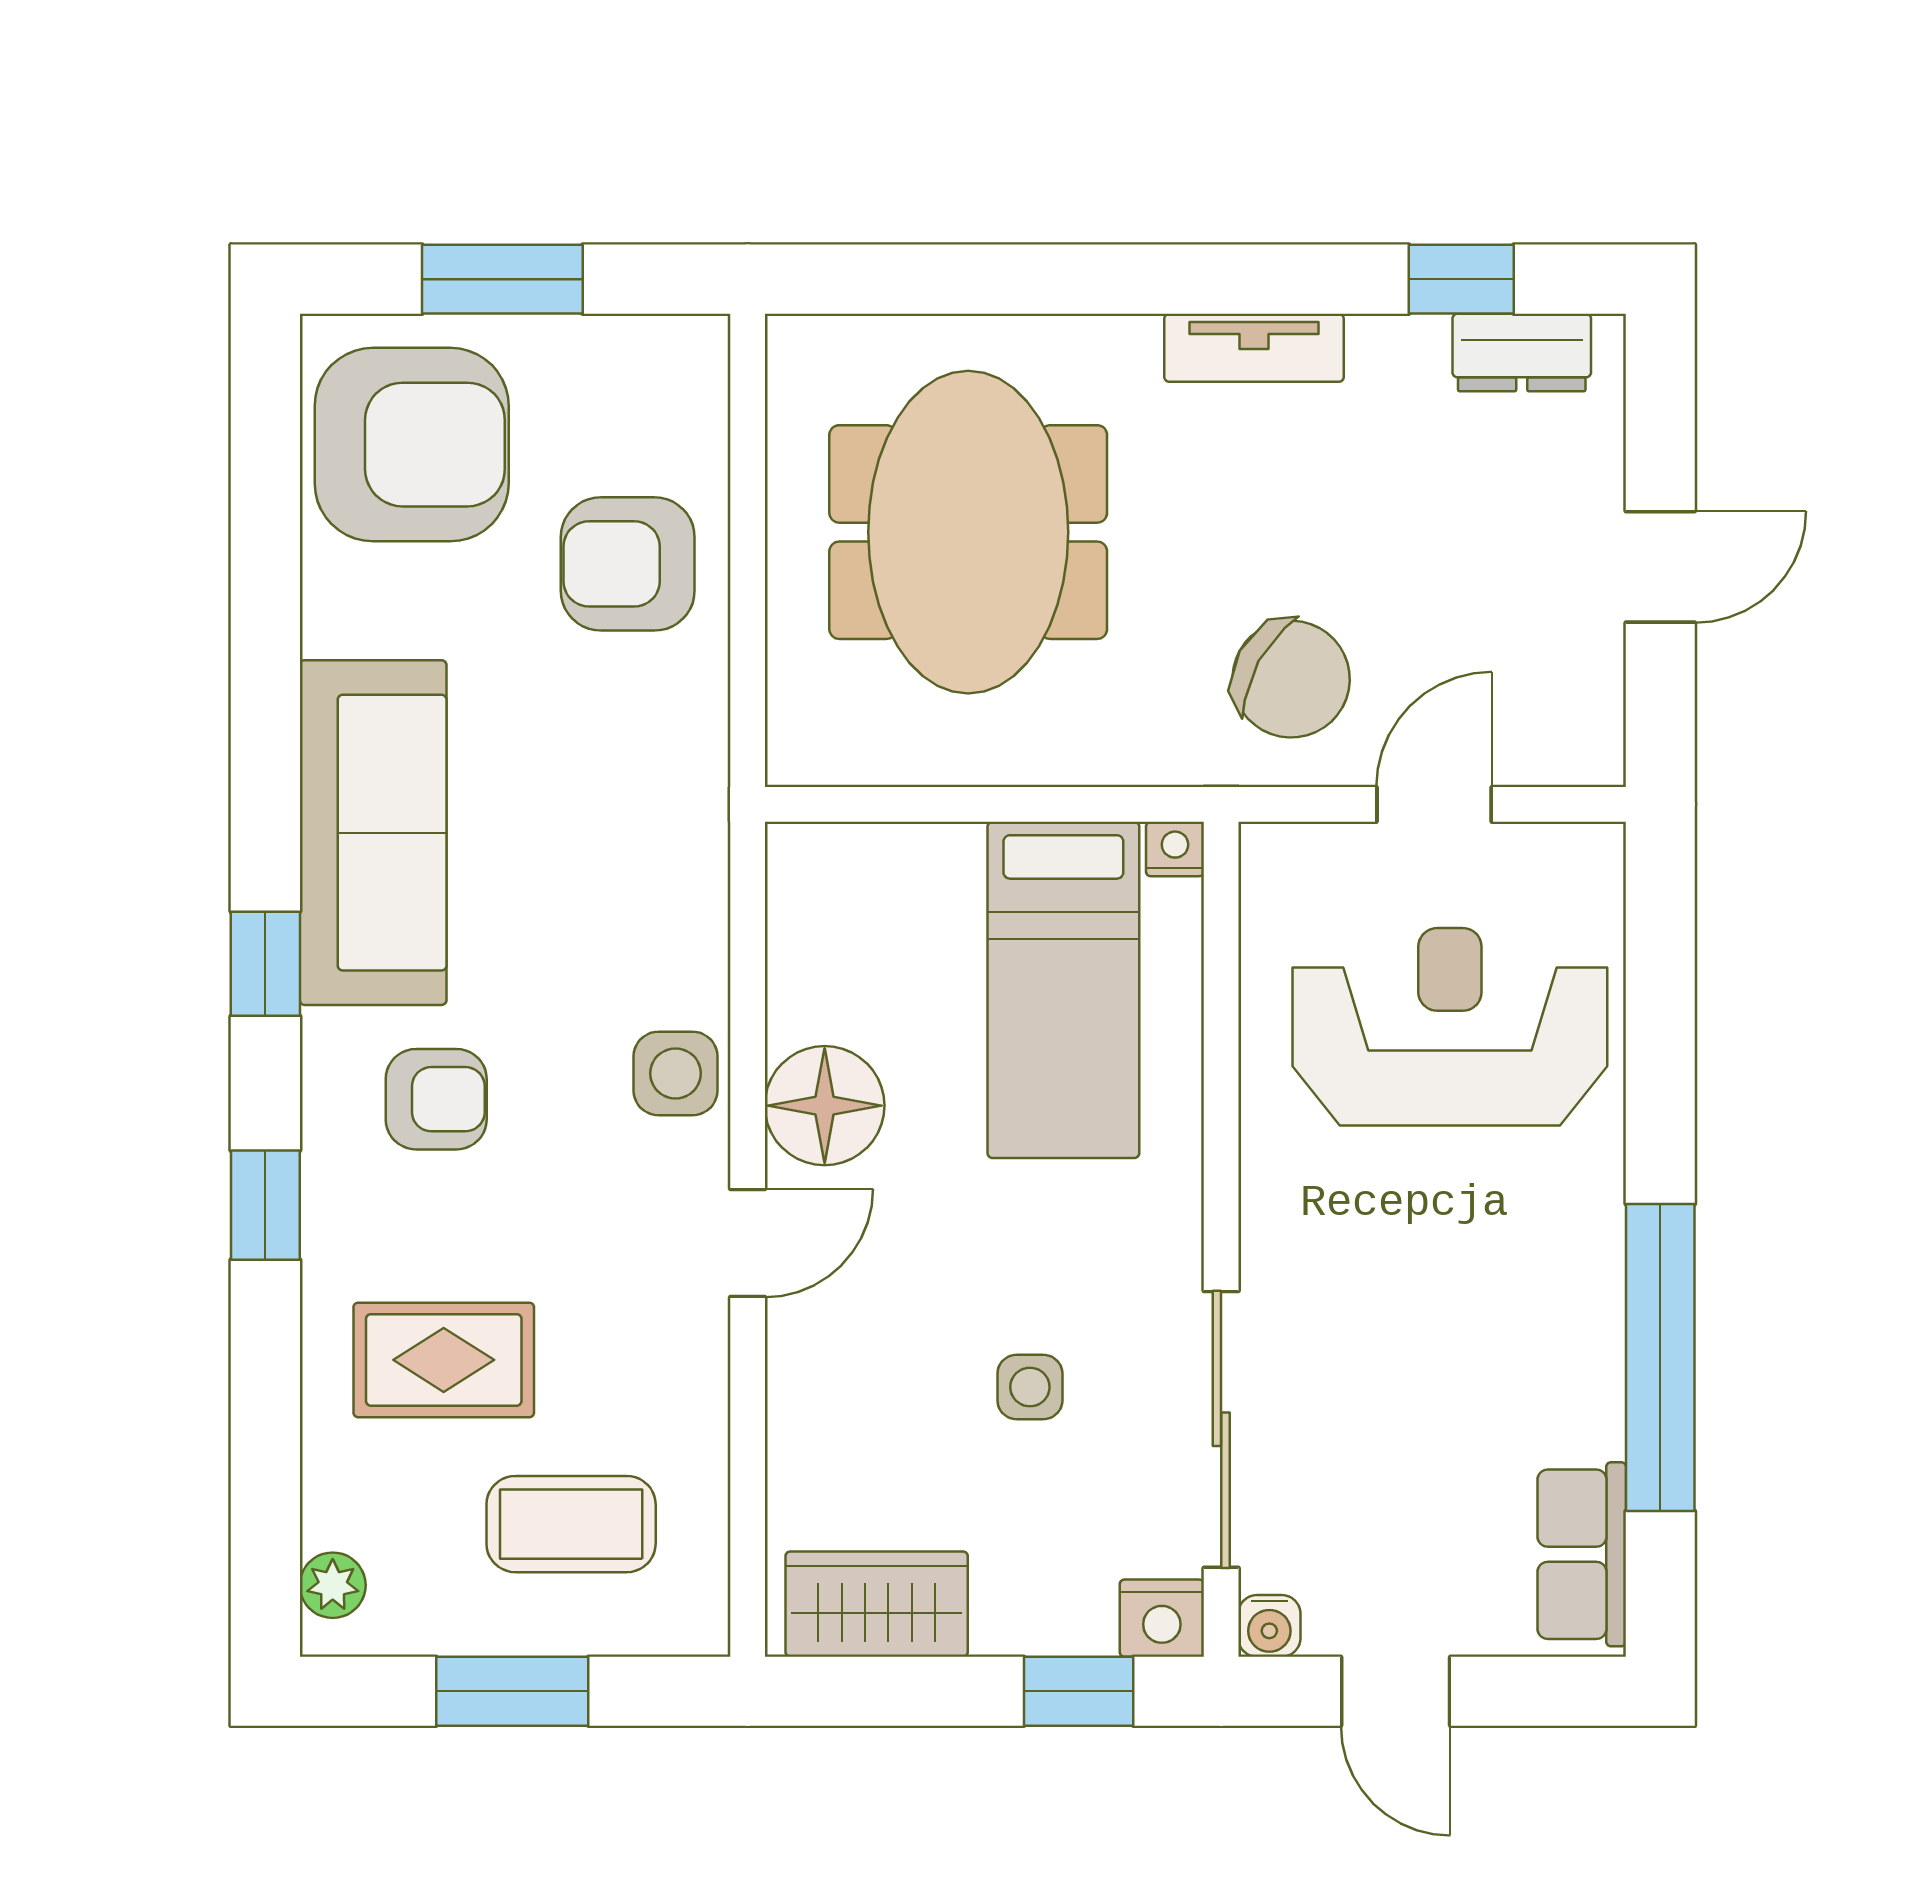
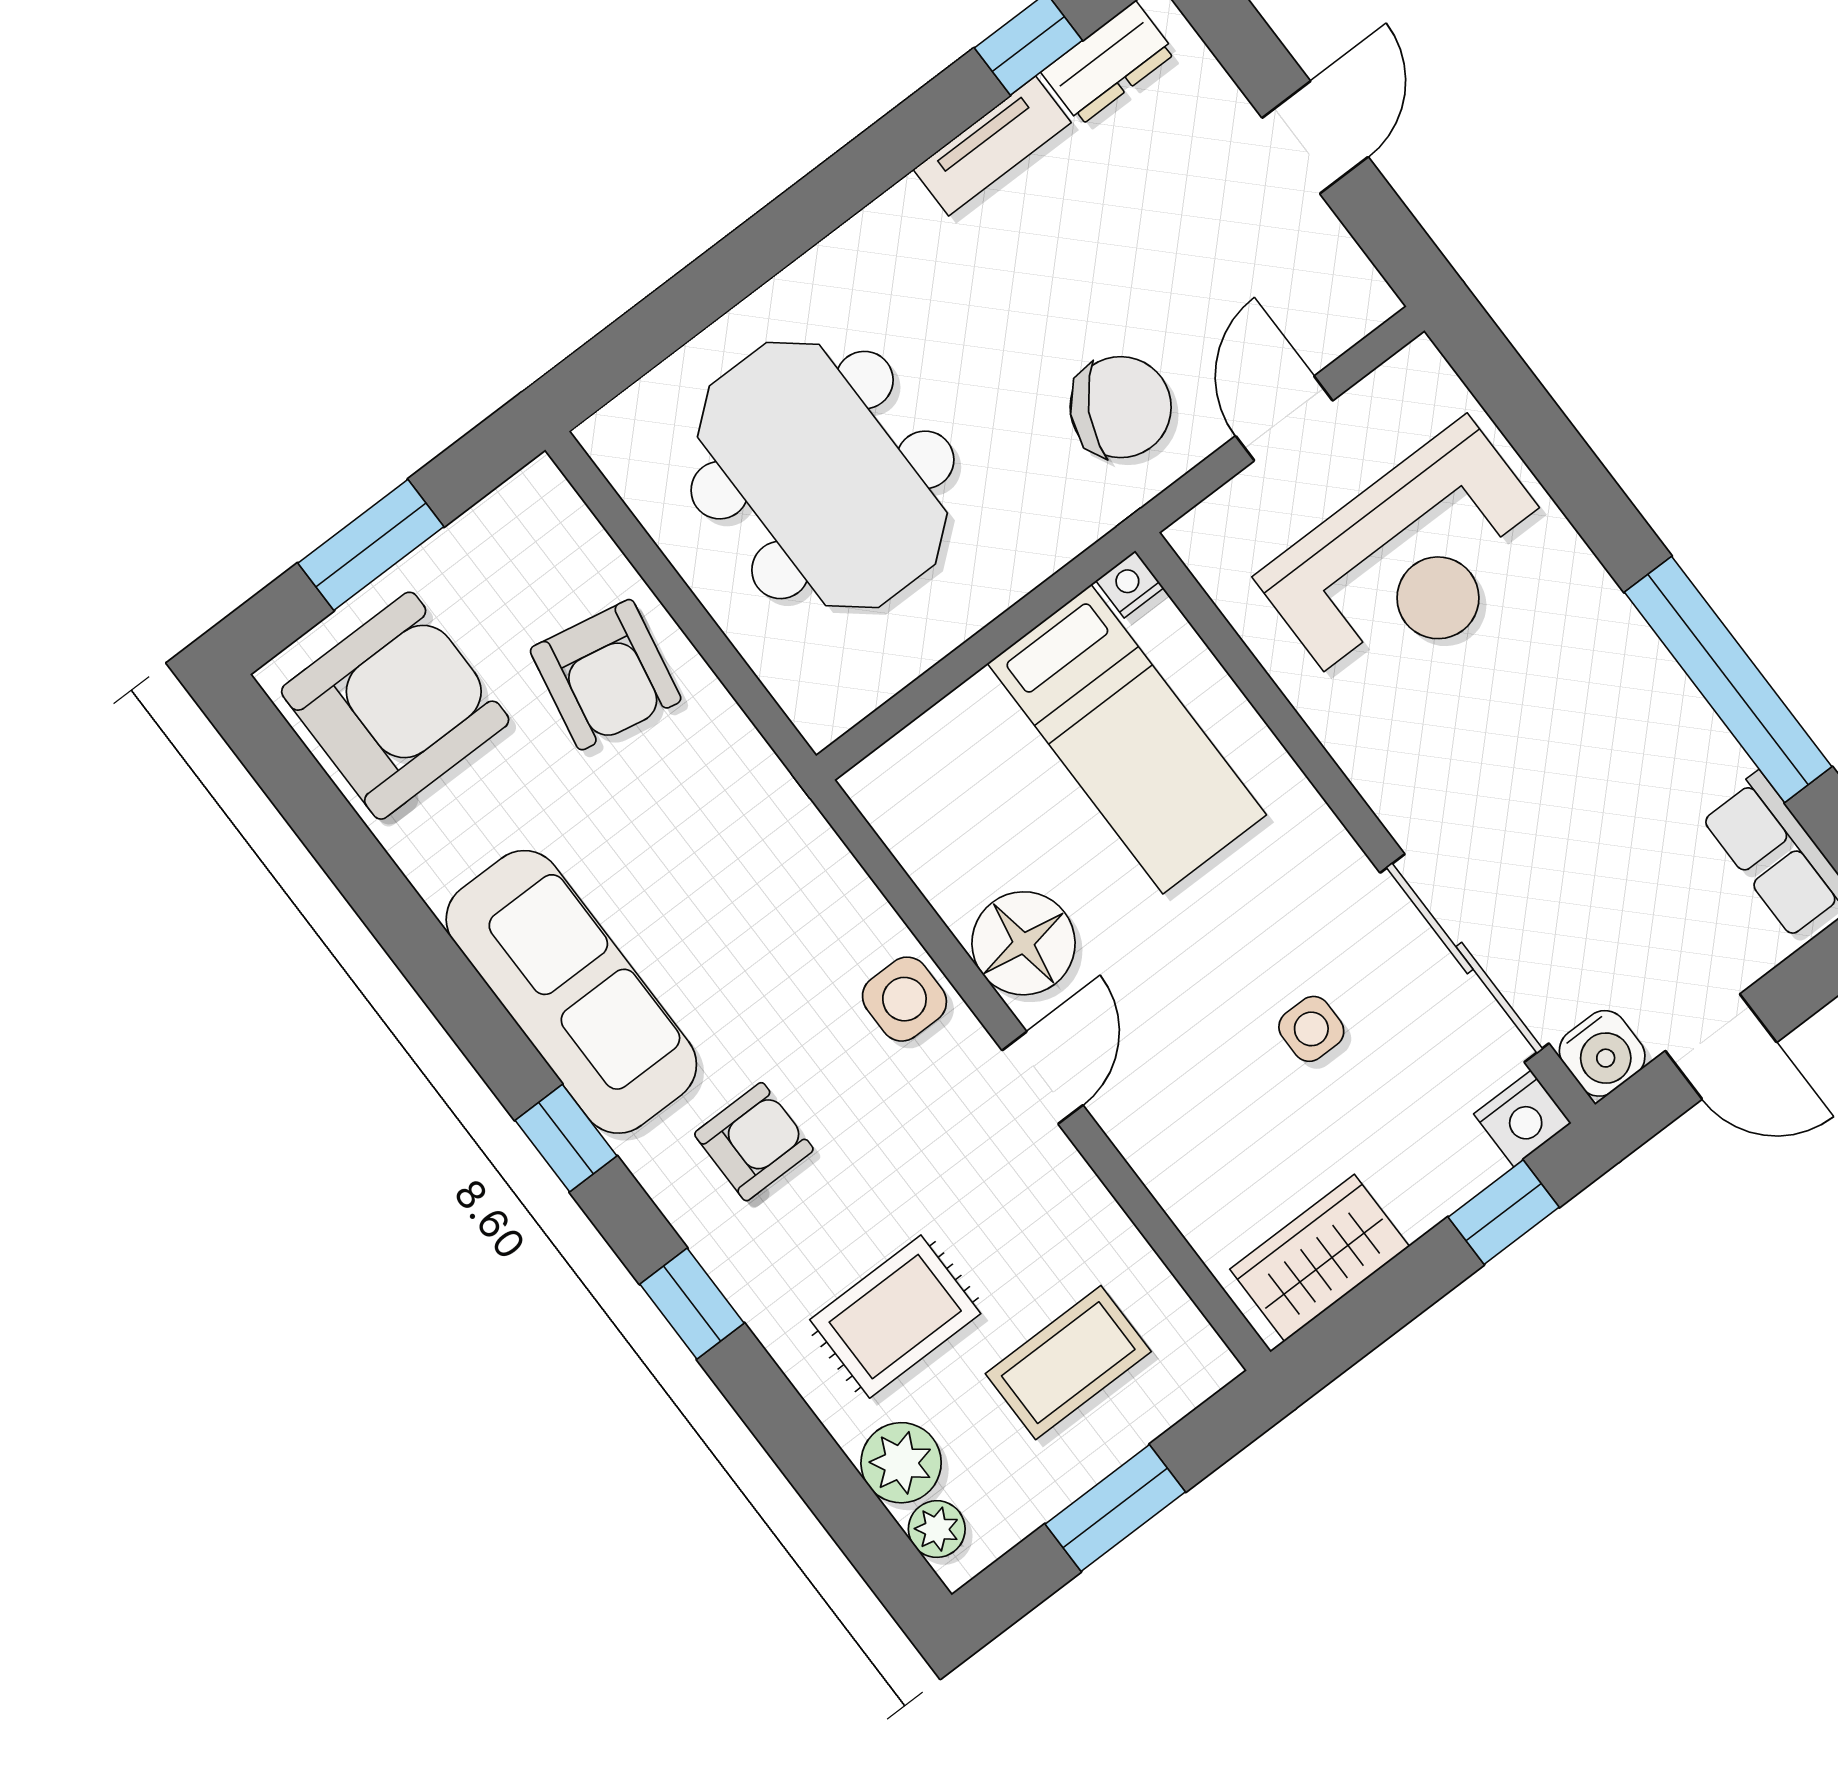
tv unit: (1254, 348) -> (992, 146), moved
armchair: (628, 564) -> (606, 675), turned -79
reception desk: (1450, 1027) -> (1411, 563), turned 180
plant: (346, 1499) -> (901, 1463), added
water cooler: (1269, 1626) -> (1602, 1053), width x1.38, depth x1.38

